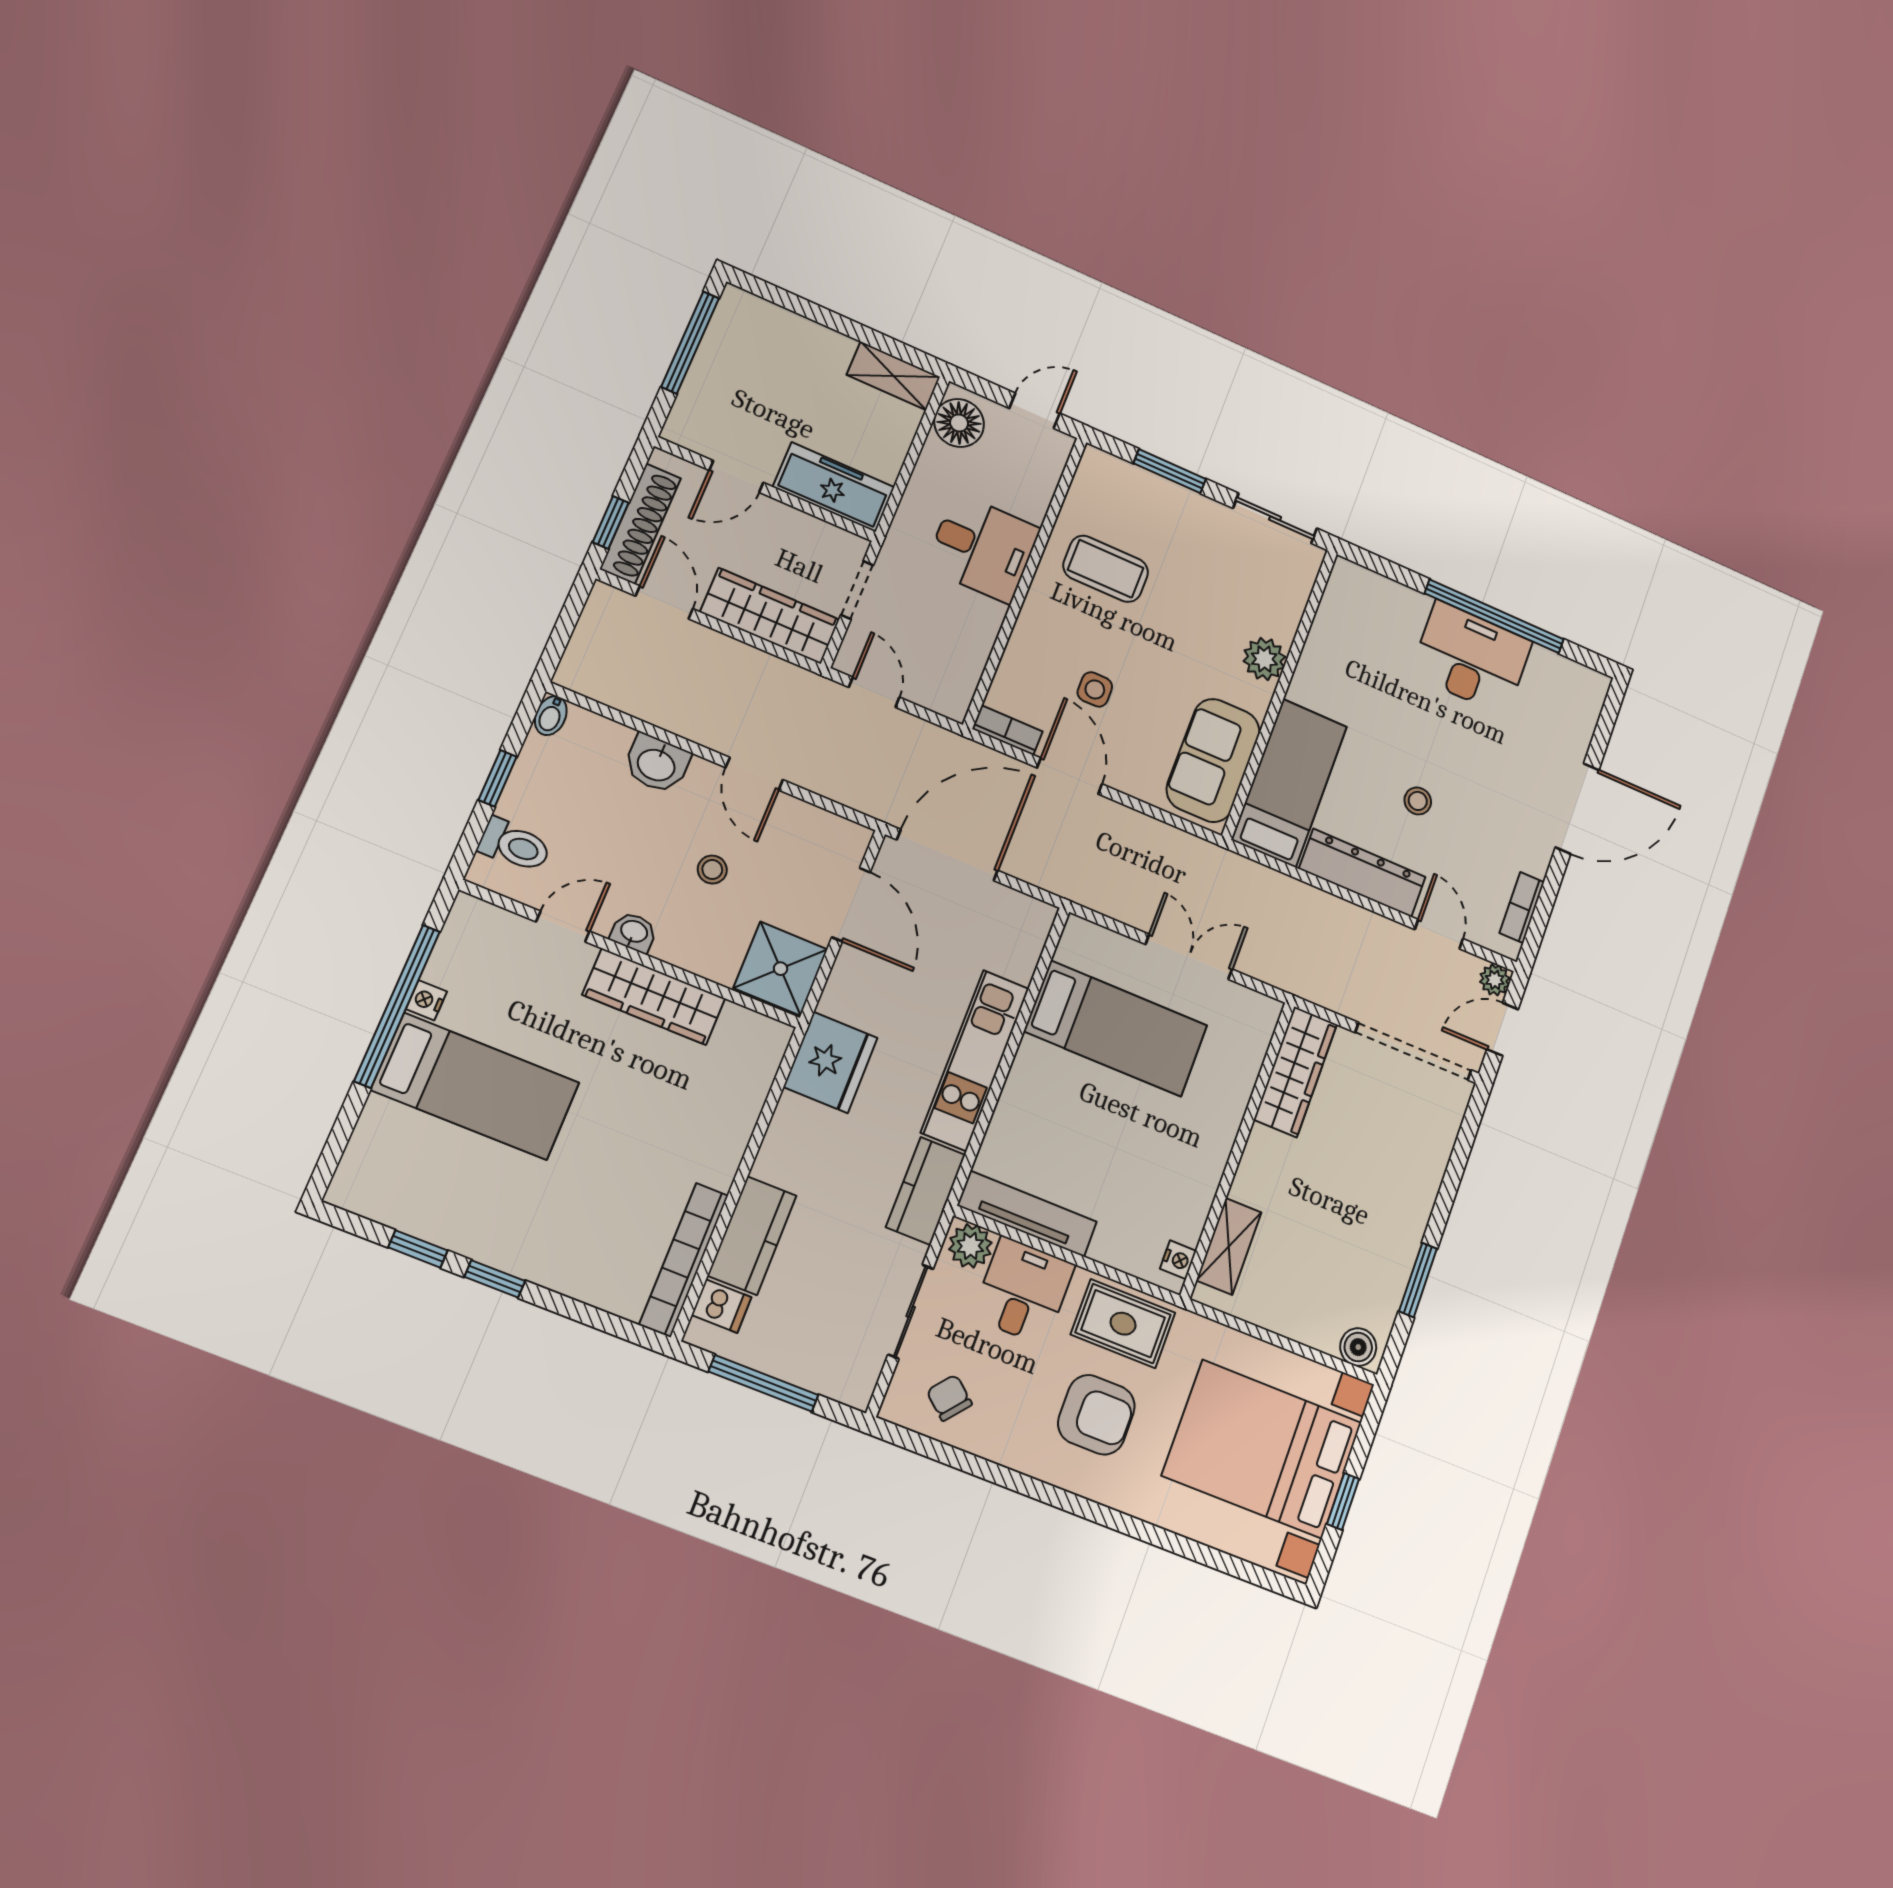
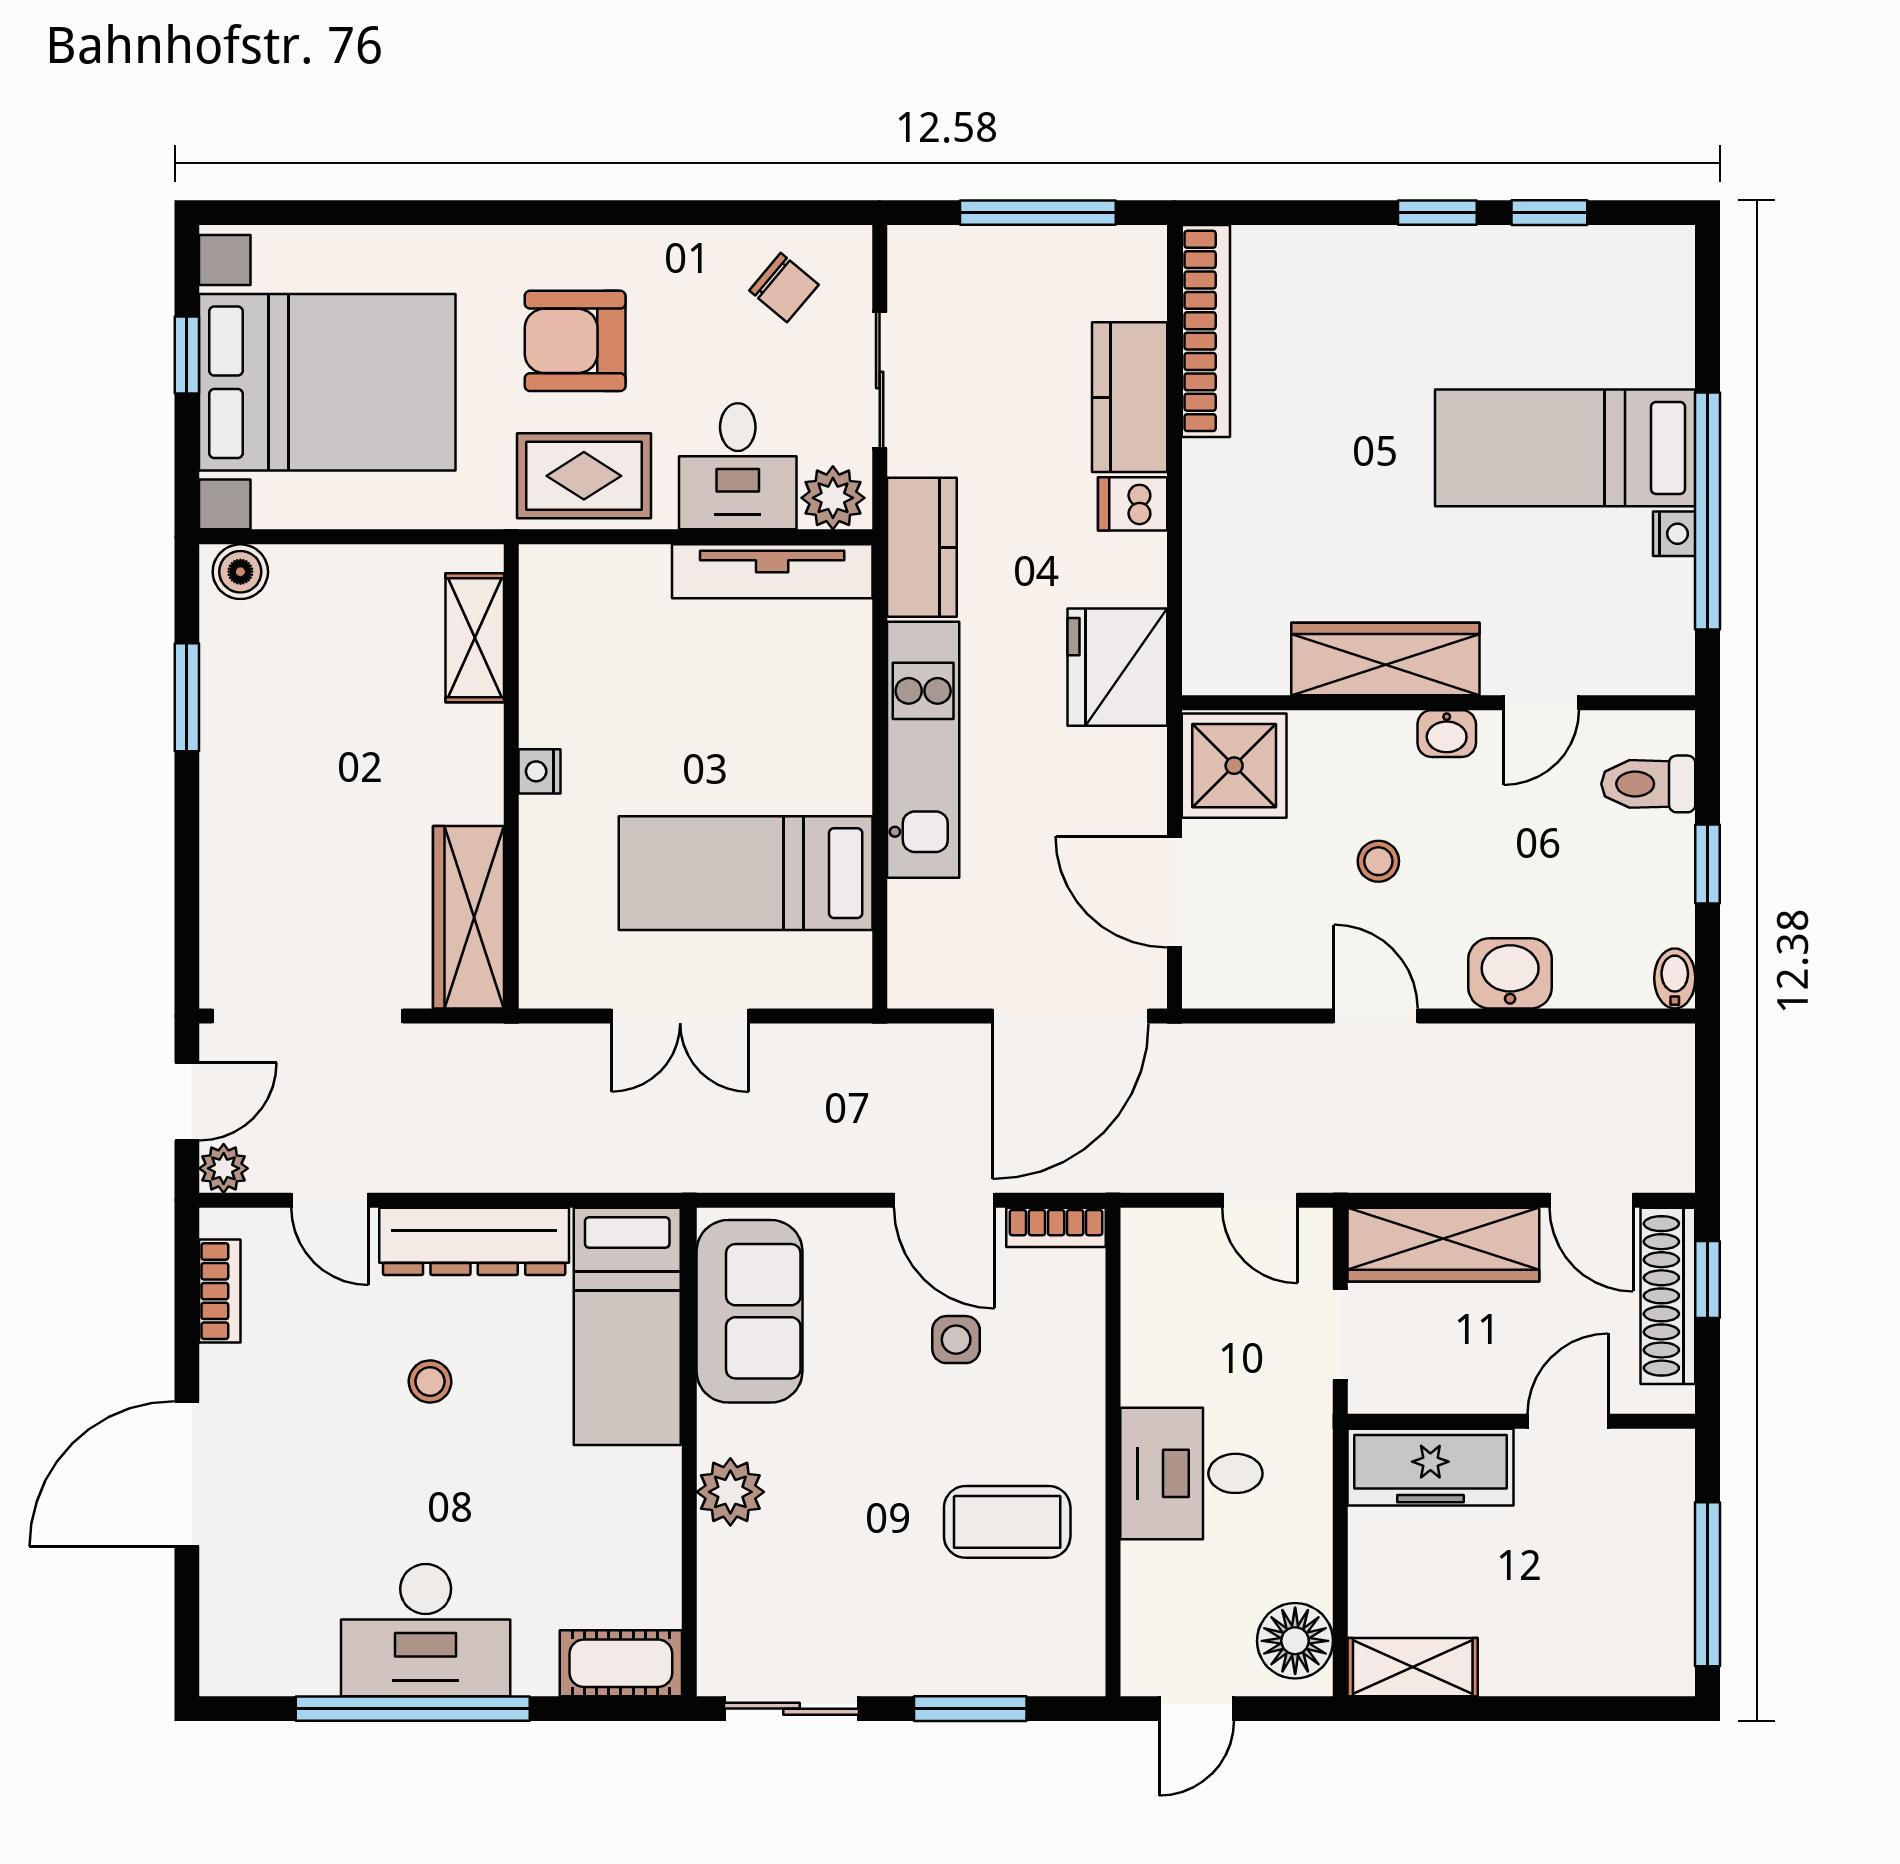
cot: (1365, 589) -> (621, 1663), added
nightstand: (1178, 1260) -> (539, 771), moved
dishwasher: (721, 1306) -> (1133, 504), moved

